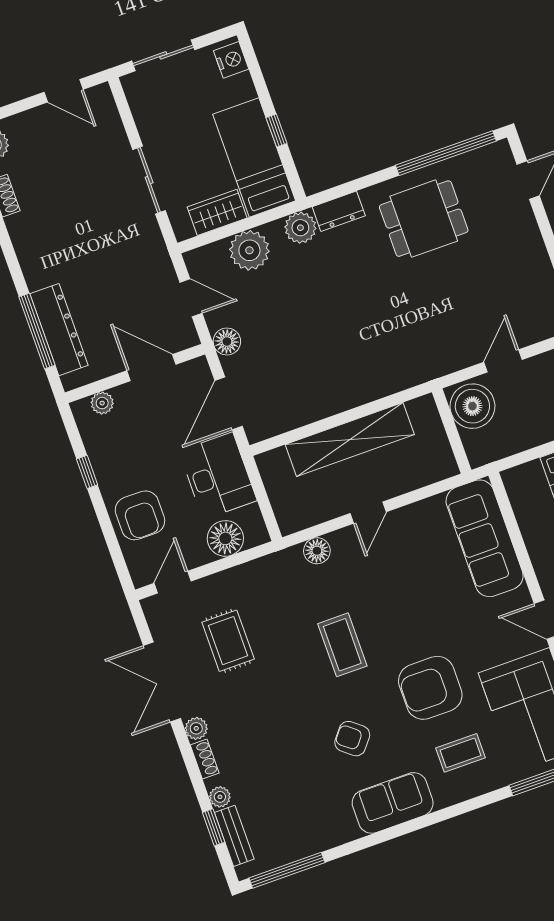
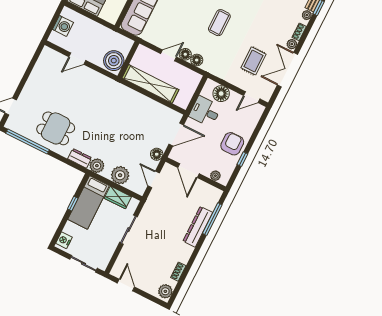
dresser: (59, 330) -> (198, 227), moved
boiler: (472, 406) -> (114, 61), moved
wall: (452, 431) -> (128, 60), moved
desk: (218, 476) -> (205, 111), width x0.73
armchair: (140, 515) -> (232, 144), moved
floor lamp: (344, 541) -> (185, 54), added
double door: (162, 682) -> (287, 70), swing flipped

